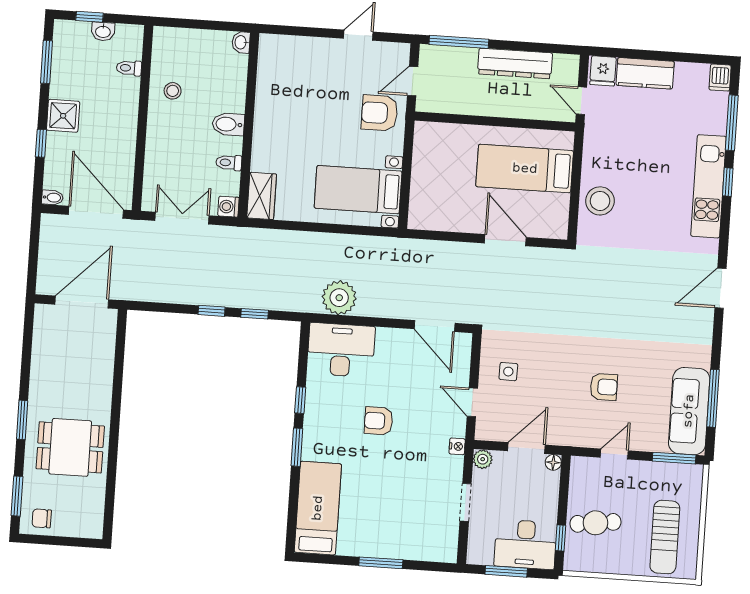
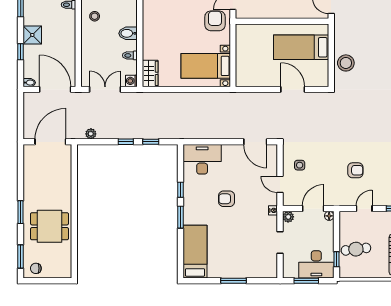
armchair: (379, 113) -> (215, 21), turned 90
plant: (339, 298) -> (91, 134), moved, width x0.53, depth x0.53

